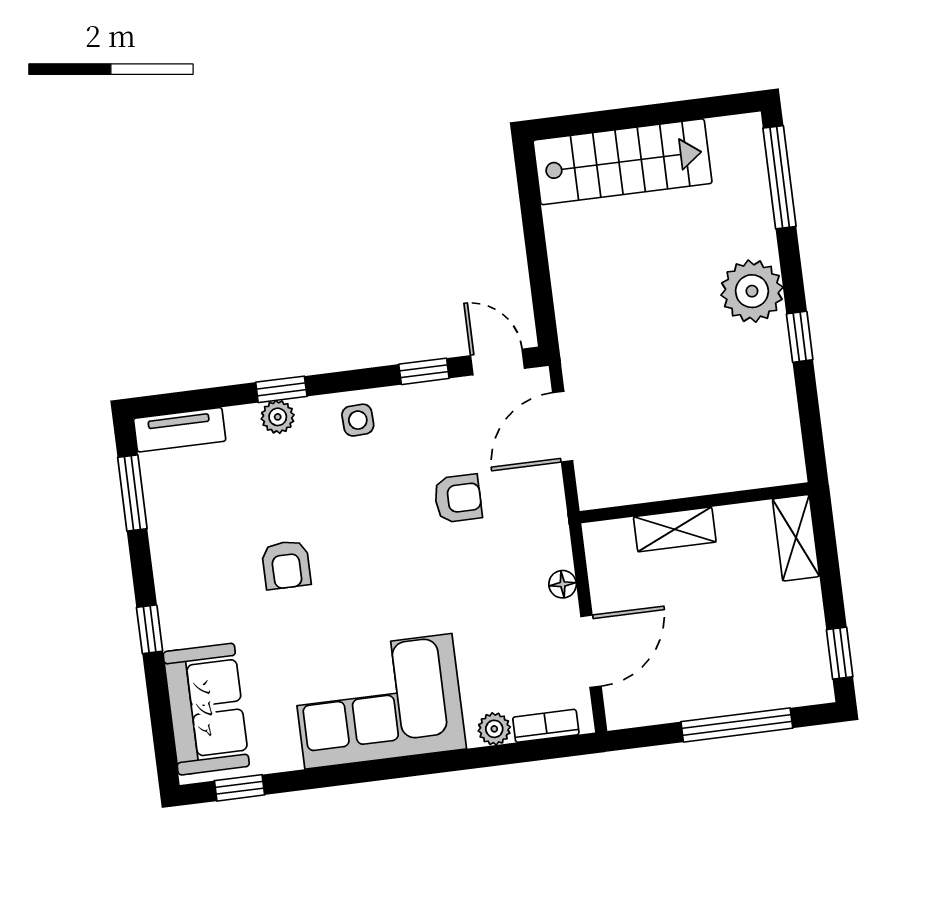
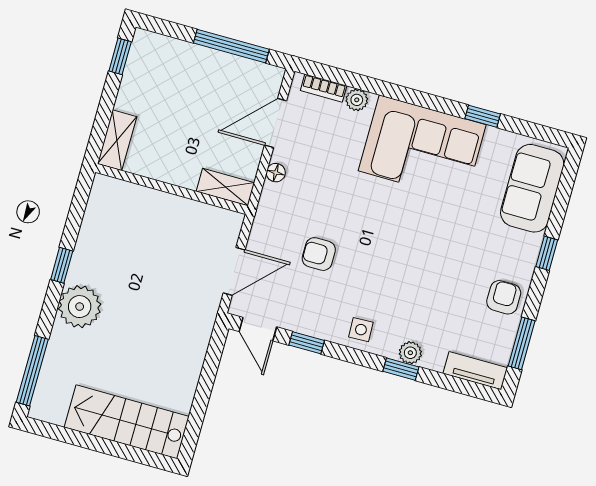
shelving: (675, 529) -> (225, 187), moved
armchair: (286, 565) -> (504, 297), moved
window: (737, 725) -> (231, 46), moved
window: (239, 788) -> (483, 116), moved

